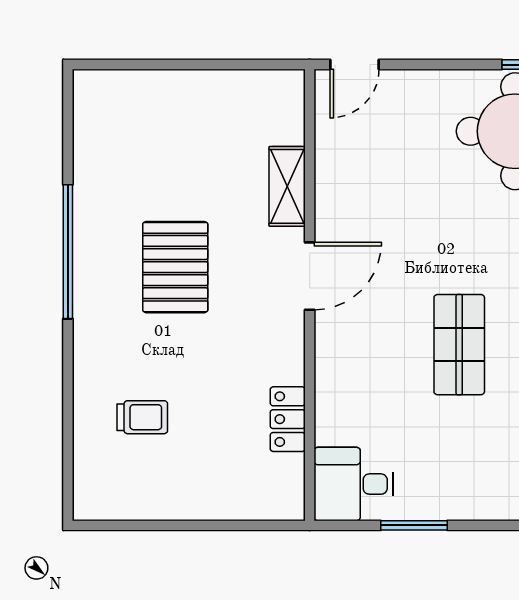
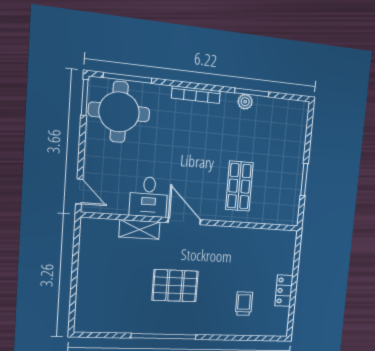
shop shelf: (459, 345) -> (239, 186), moved, turned 90
locker: (288, 419) -> (284, 291), moved, turned 90
desk: (354, 484) -> (149, 197), moved

